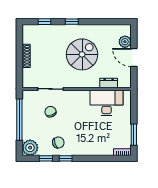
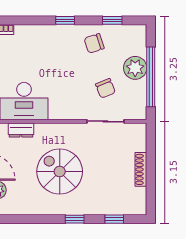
spiral stairs: (82, 54) -> (60, 172), turned 90
plant: (30, 148) -> (135, 68), moved
window: (66, 158) -> (65, 20), moved

